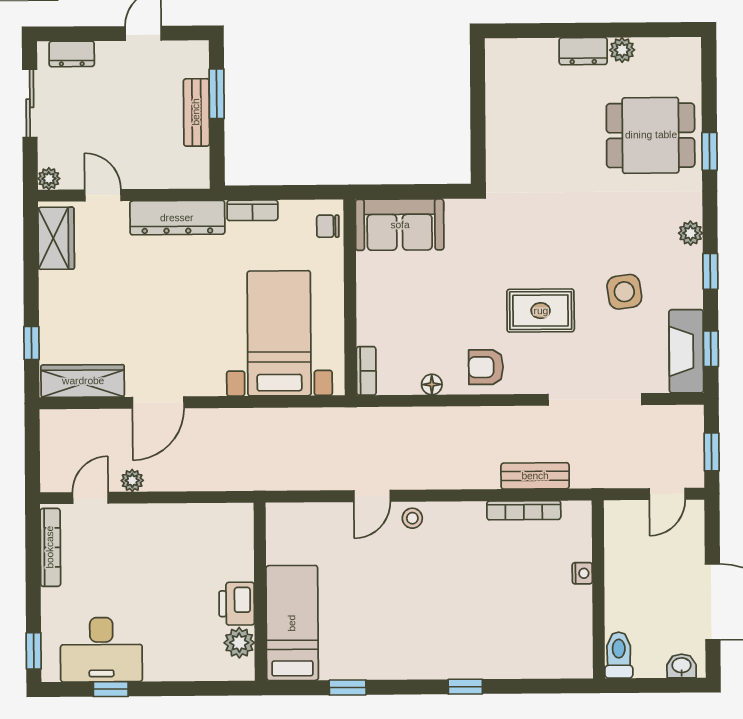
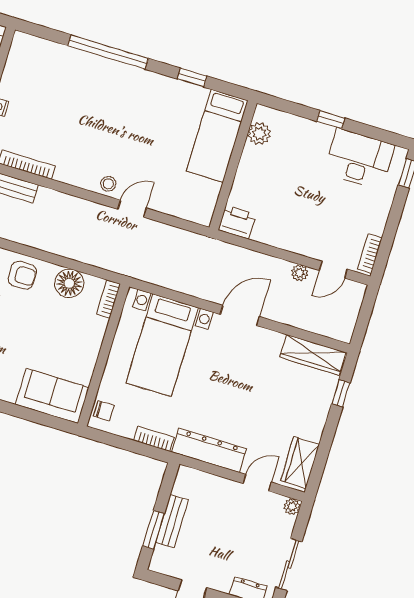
door: (103, 195) -> (257, 483), swing flipped
floor lamp: (432, 384) -> (69, 283), width x1.89, depth x1.89
door: (158, 403) -> (240, 315), moved
bookcase: (50, 547) -> (370, 253), width x0.64
printer: (237, 604) -> (237, 222), moved, turned -90
window: (465, 687) -> (108, 52), width x3.17
window: (111, 689) -> (331, 120), moved

